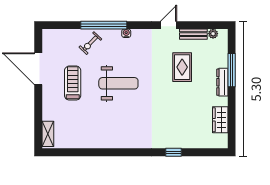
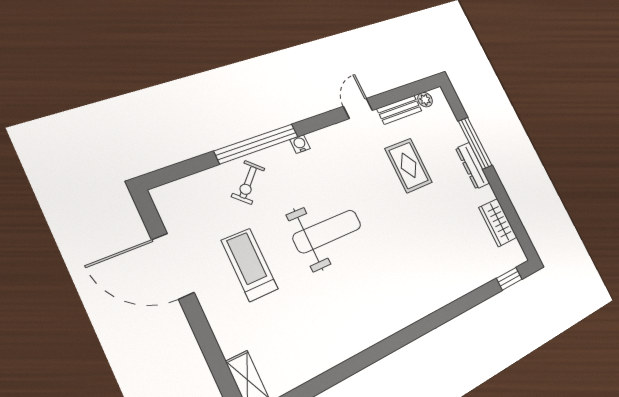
window: (174, 152) -> (509, 279), moved

